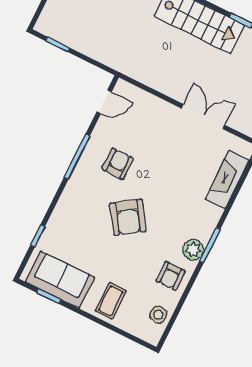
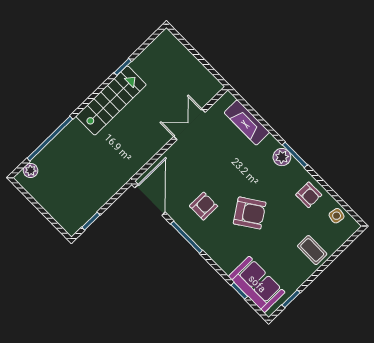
door: (104, 102) -> (150, 200), width x1.88
armchair: (118, 164) -> (204, 206), turned 90
plant: (193, 250) -> (282, 157), moved
sofa: (60, 280) -> (257, 284), moved, turned 90

